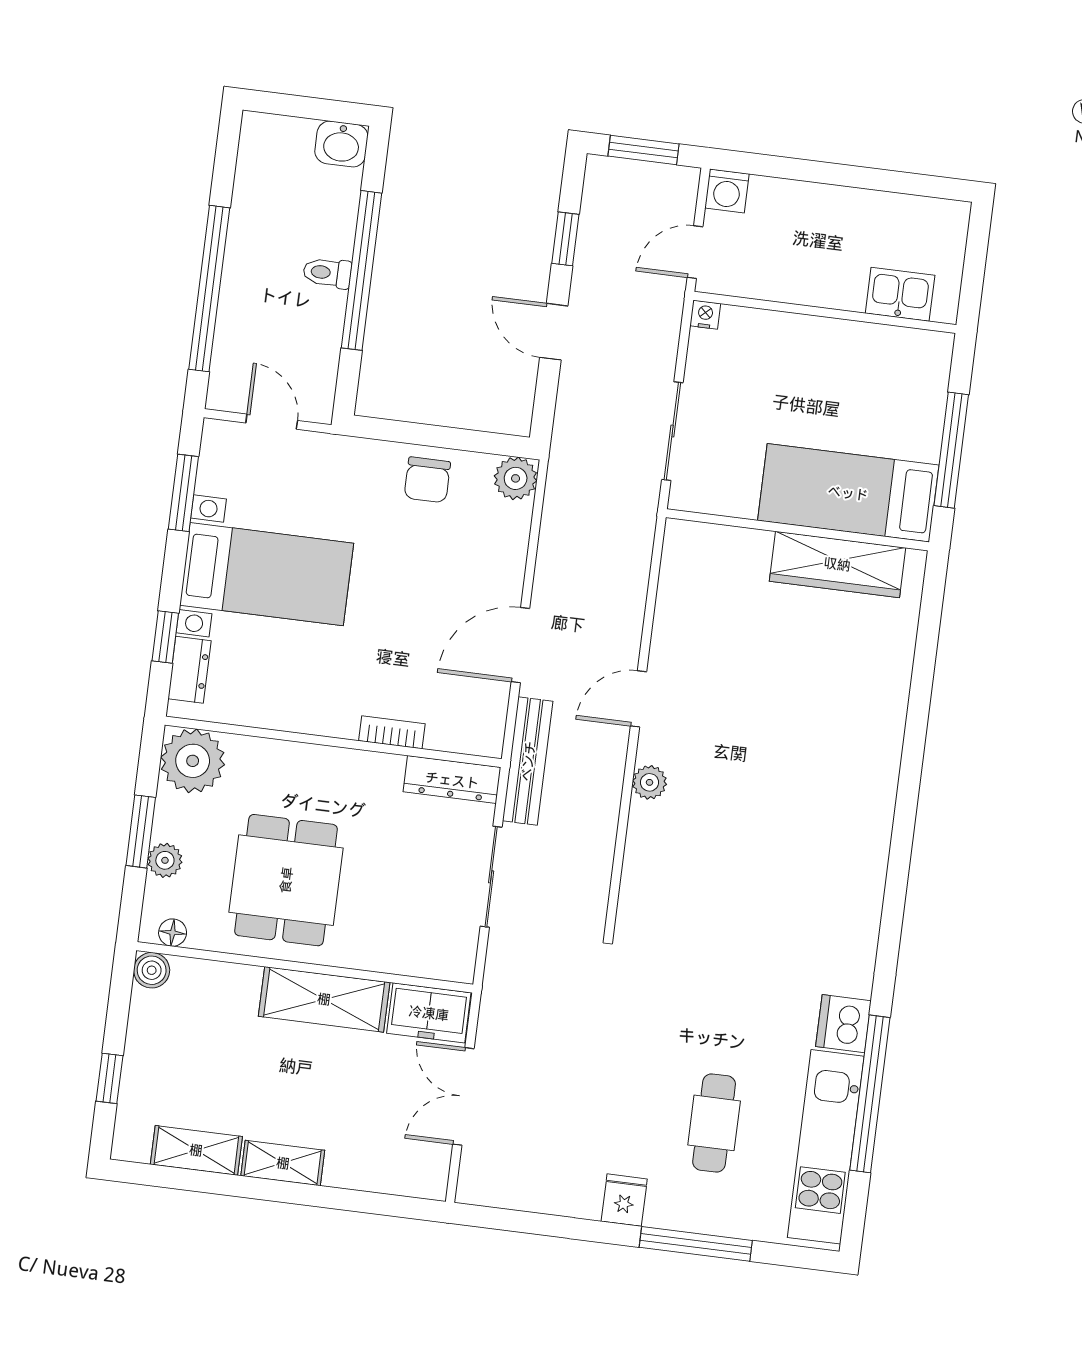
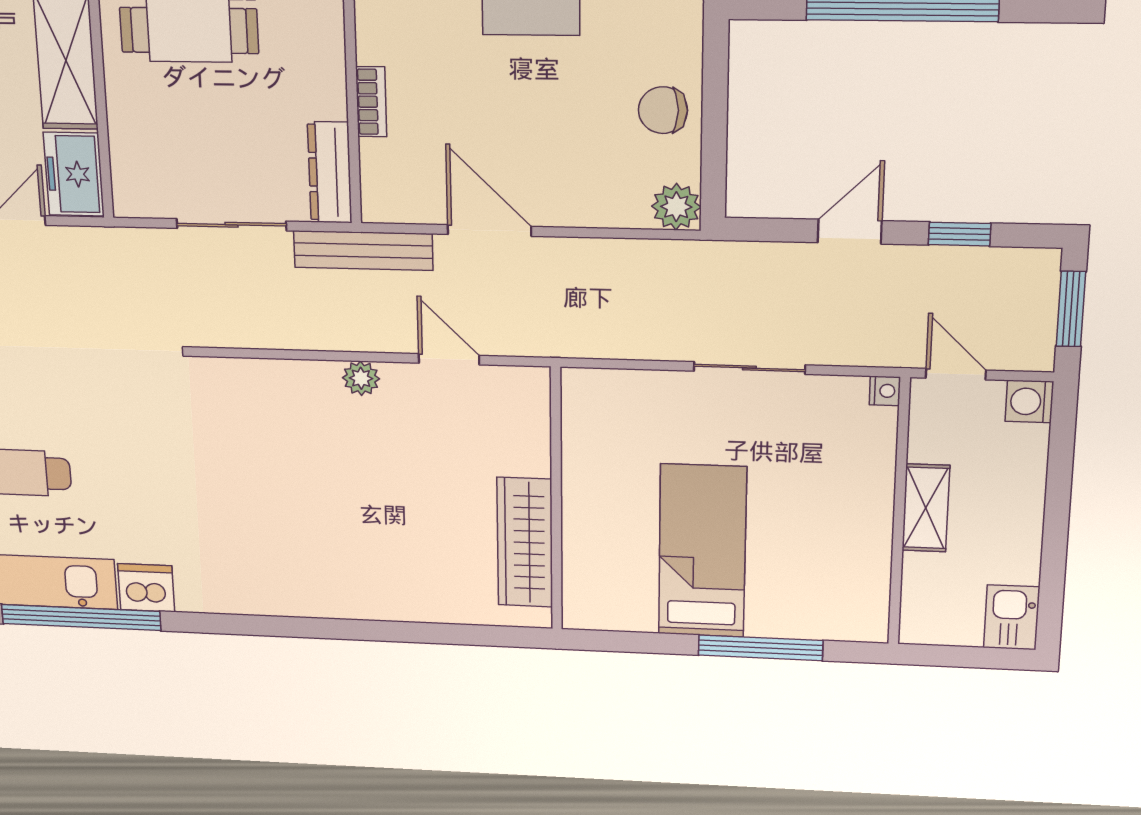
shelving: (822, 288) -> (926, 508), added
kitchen sink: (900, 294) -> (1012, 617), moved, turned 180
wall: (797, 530) -> (556, 500), moved
wardrobe: (837, 564) -> (525, 542), moved

